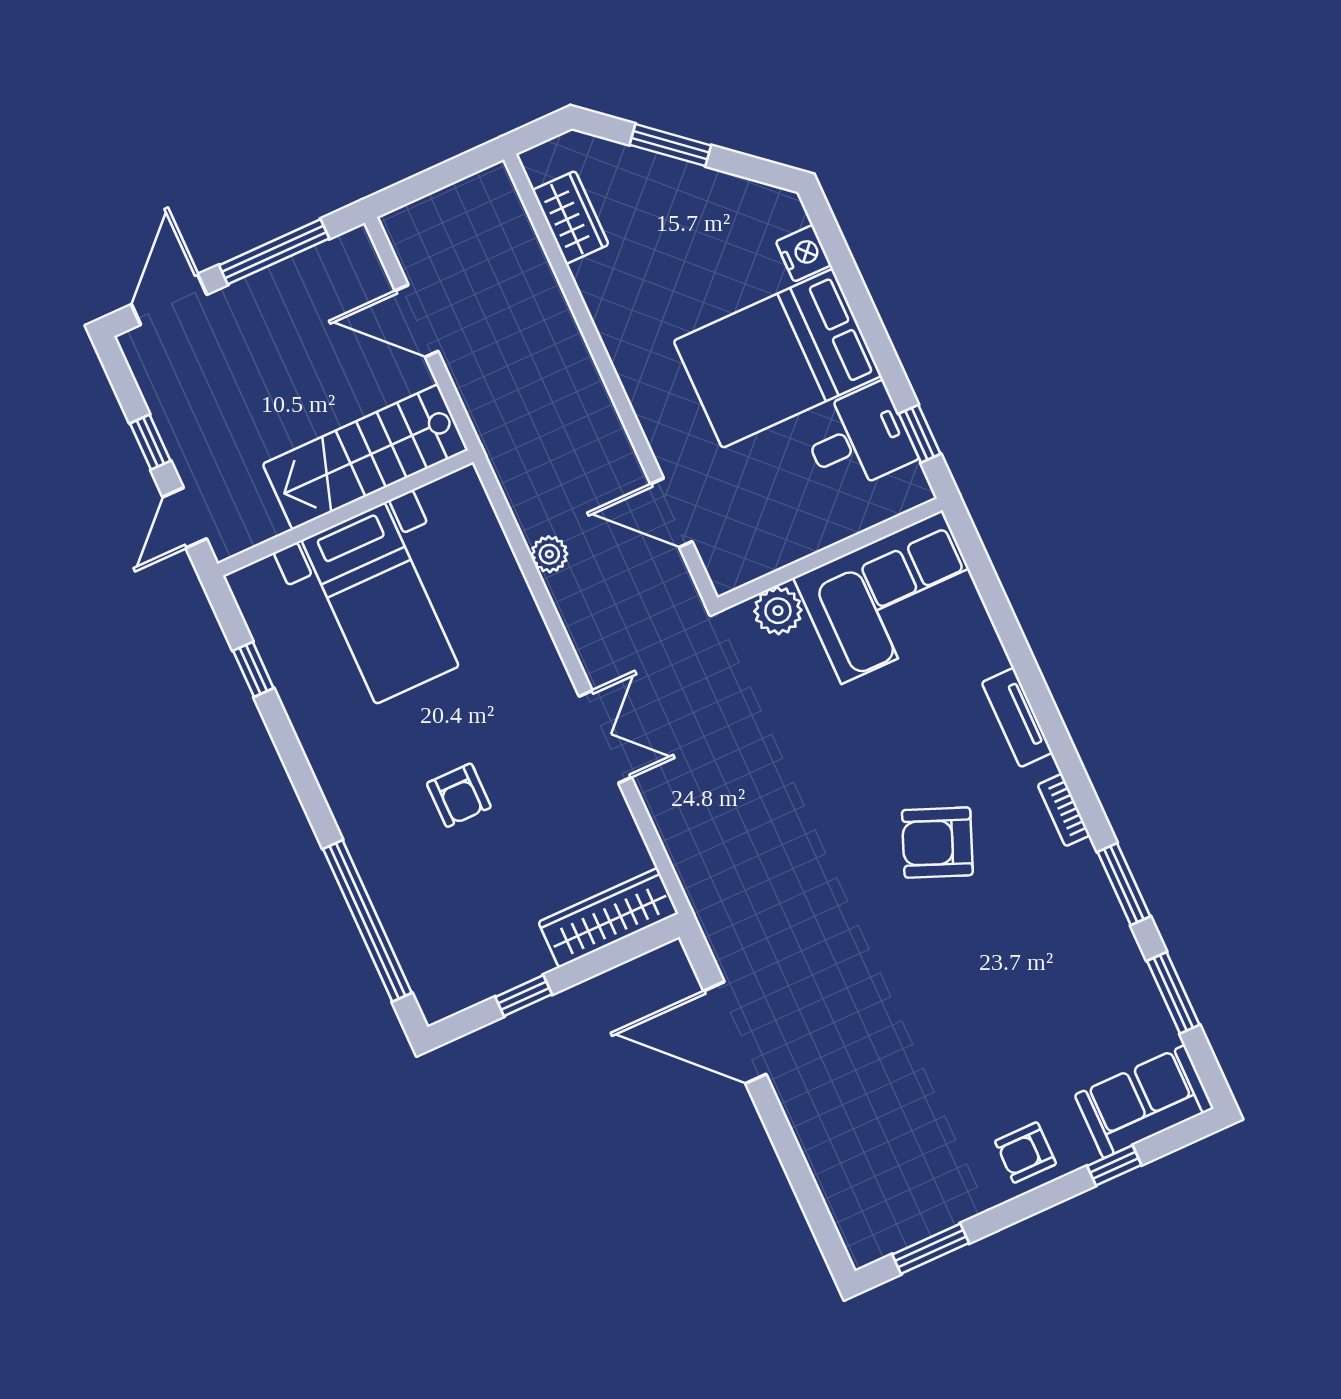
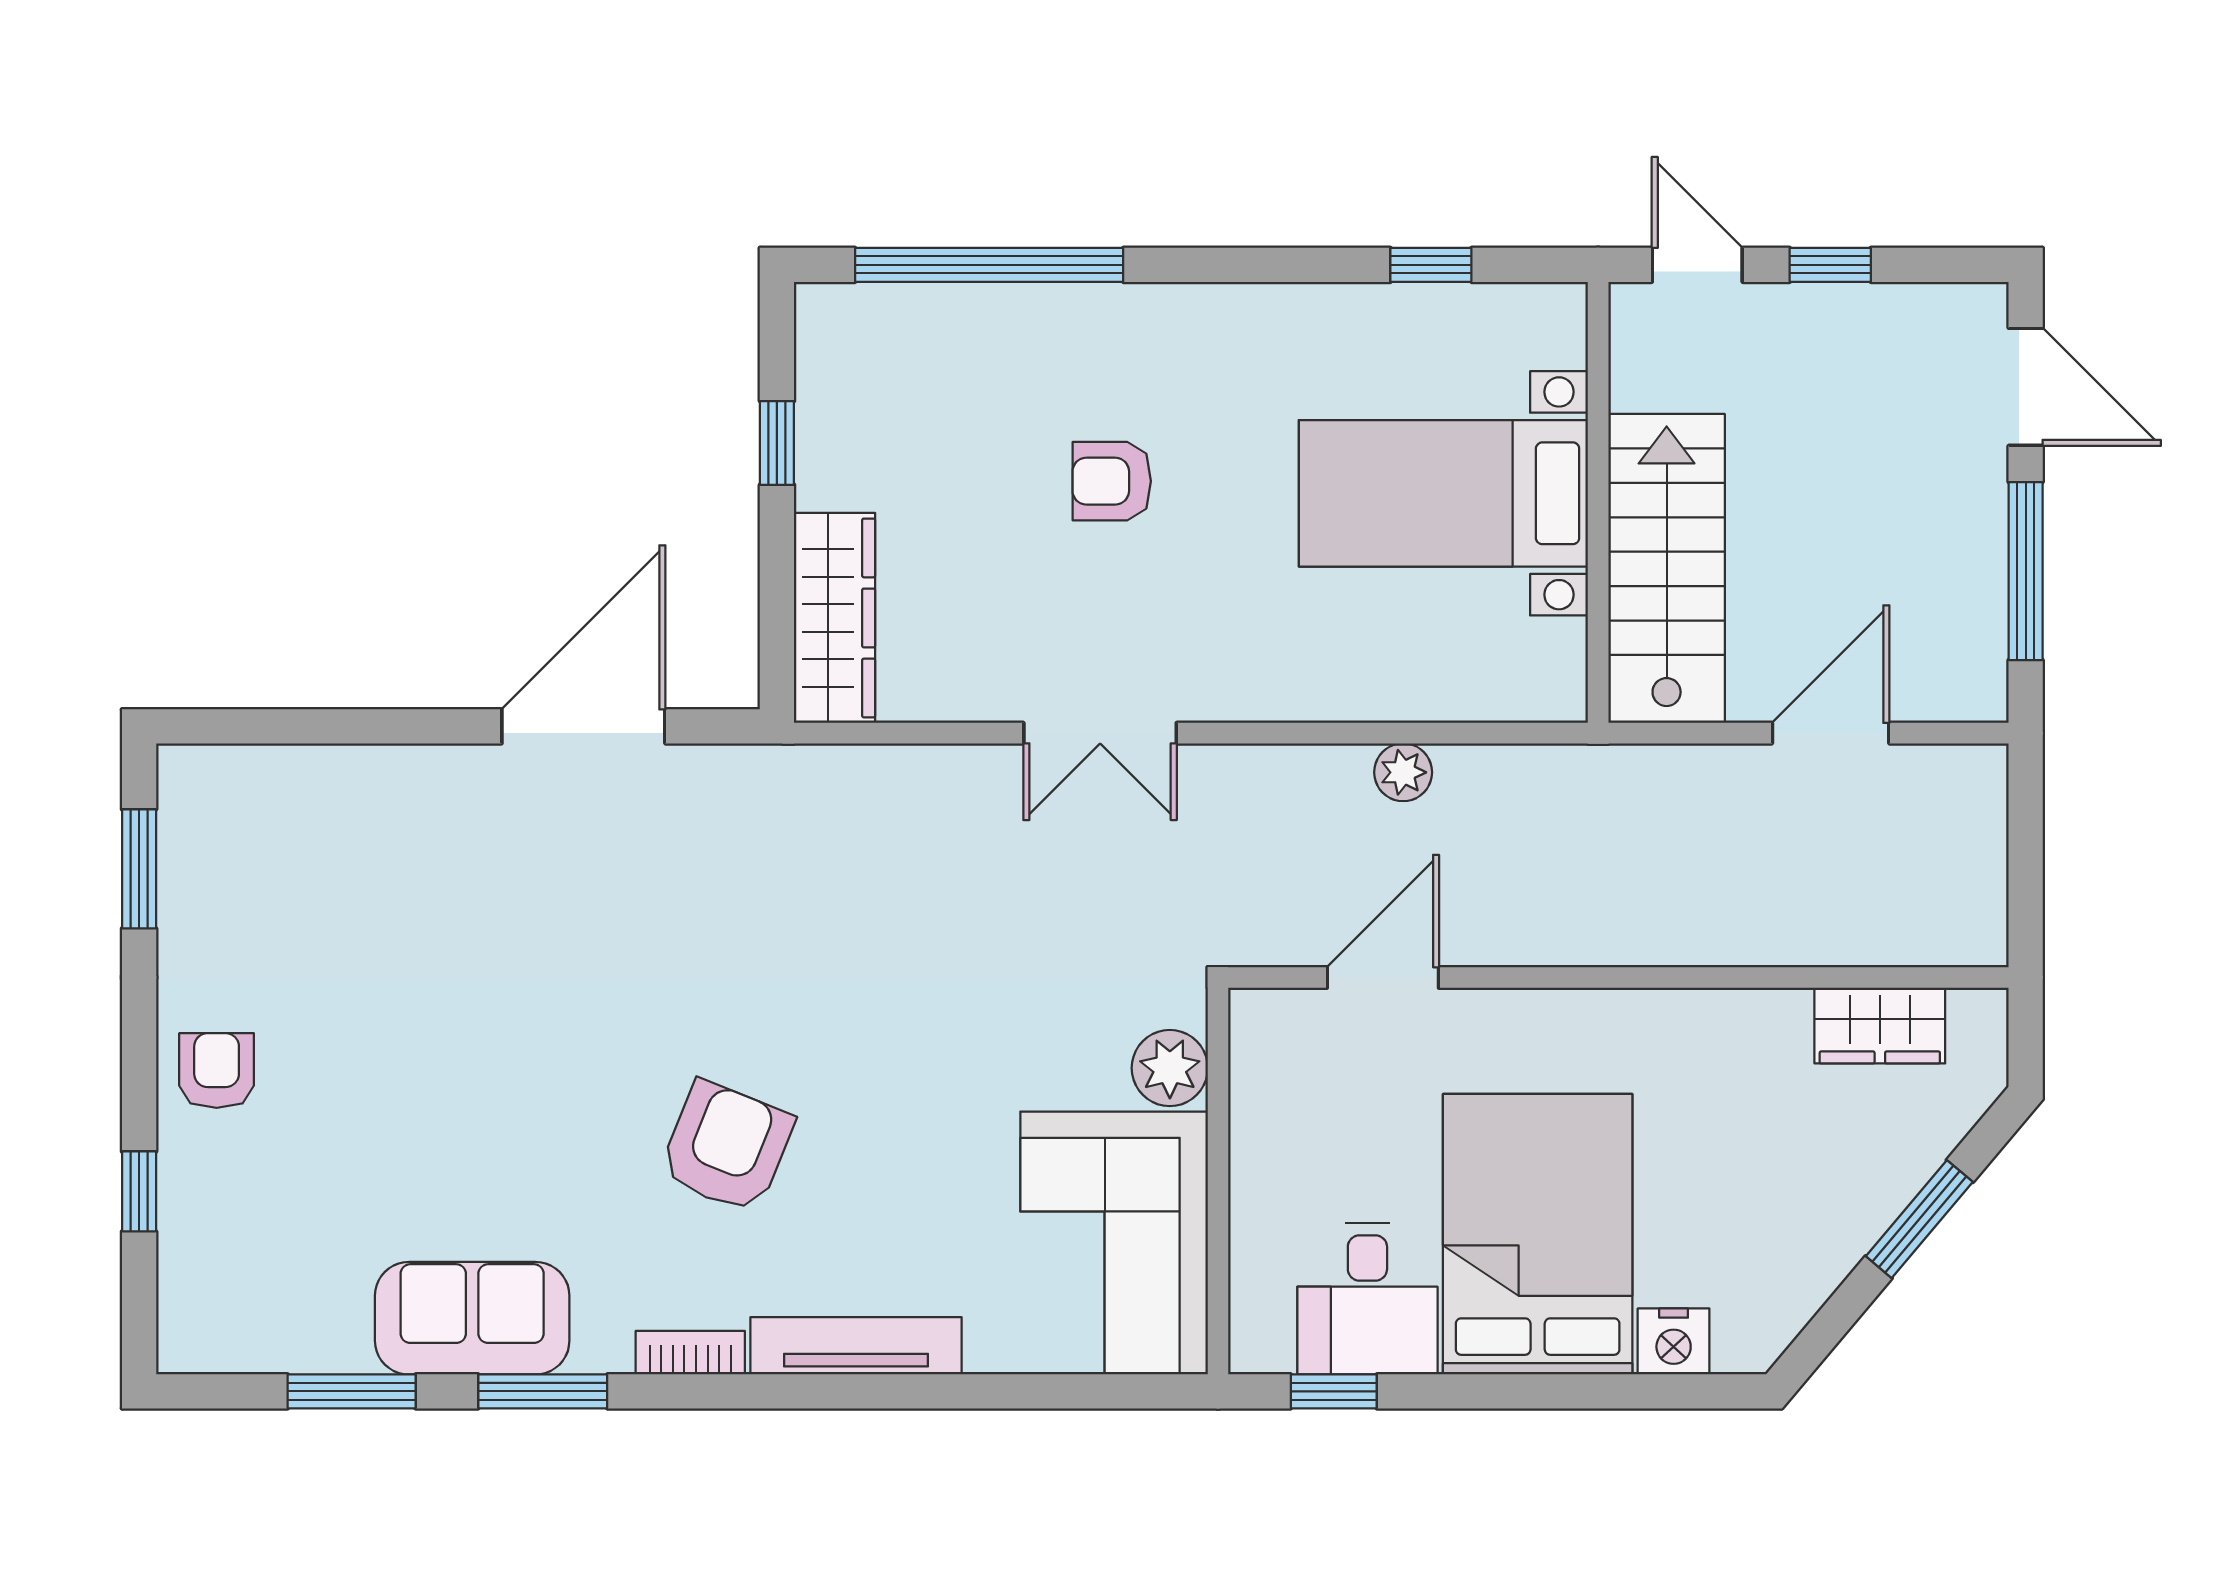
tv unit: (1017, 718) -> (856, 1346), width x1.41
sofa: (1144, 1102) -> (472, 1318), moved, turned -90

